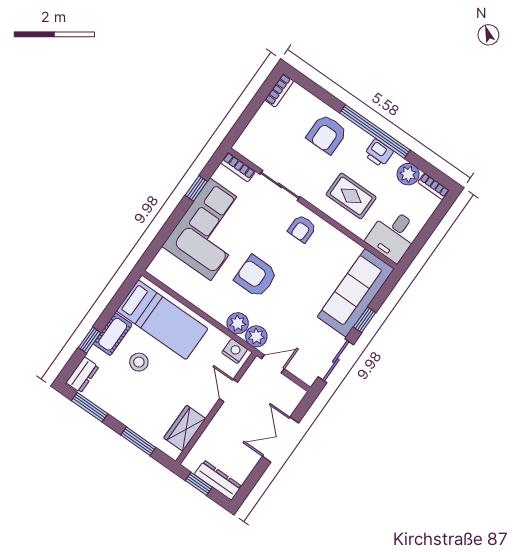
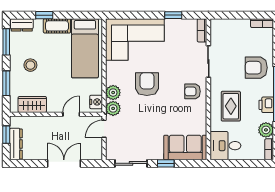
corner sofa: (210, 229) -> (135, 39), moved
sofa: (356, 293) -> (185, 147), width x0.73
stool: (139, 362) -> (30, 65), moved
door: (273, 364) -> (104, 129), swing flipped

